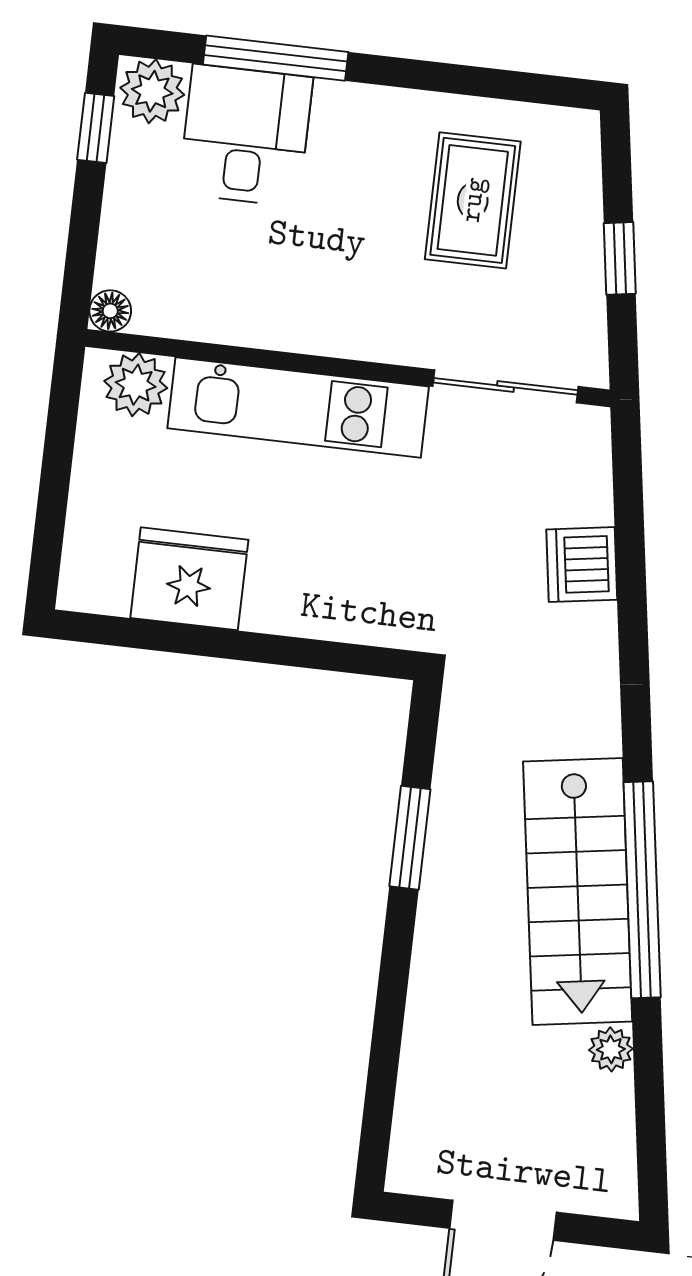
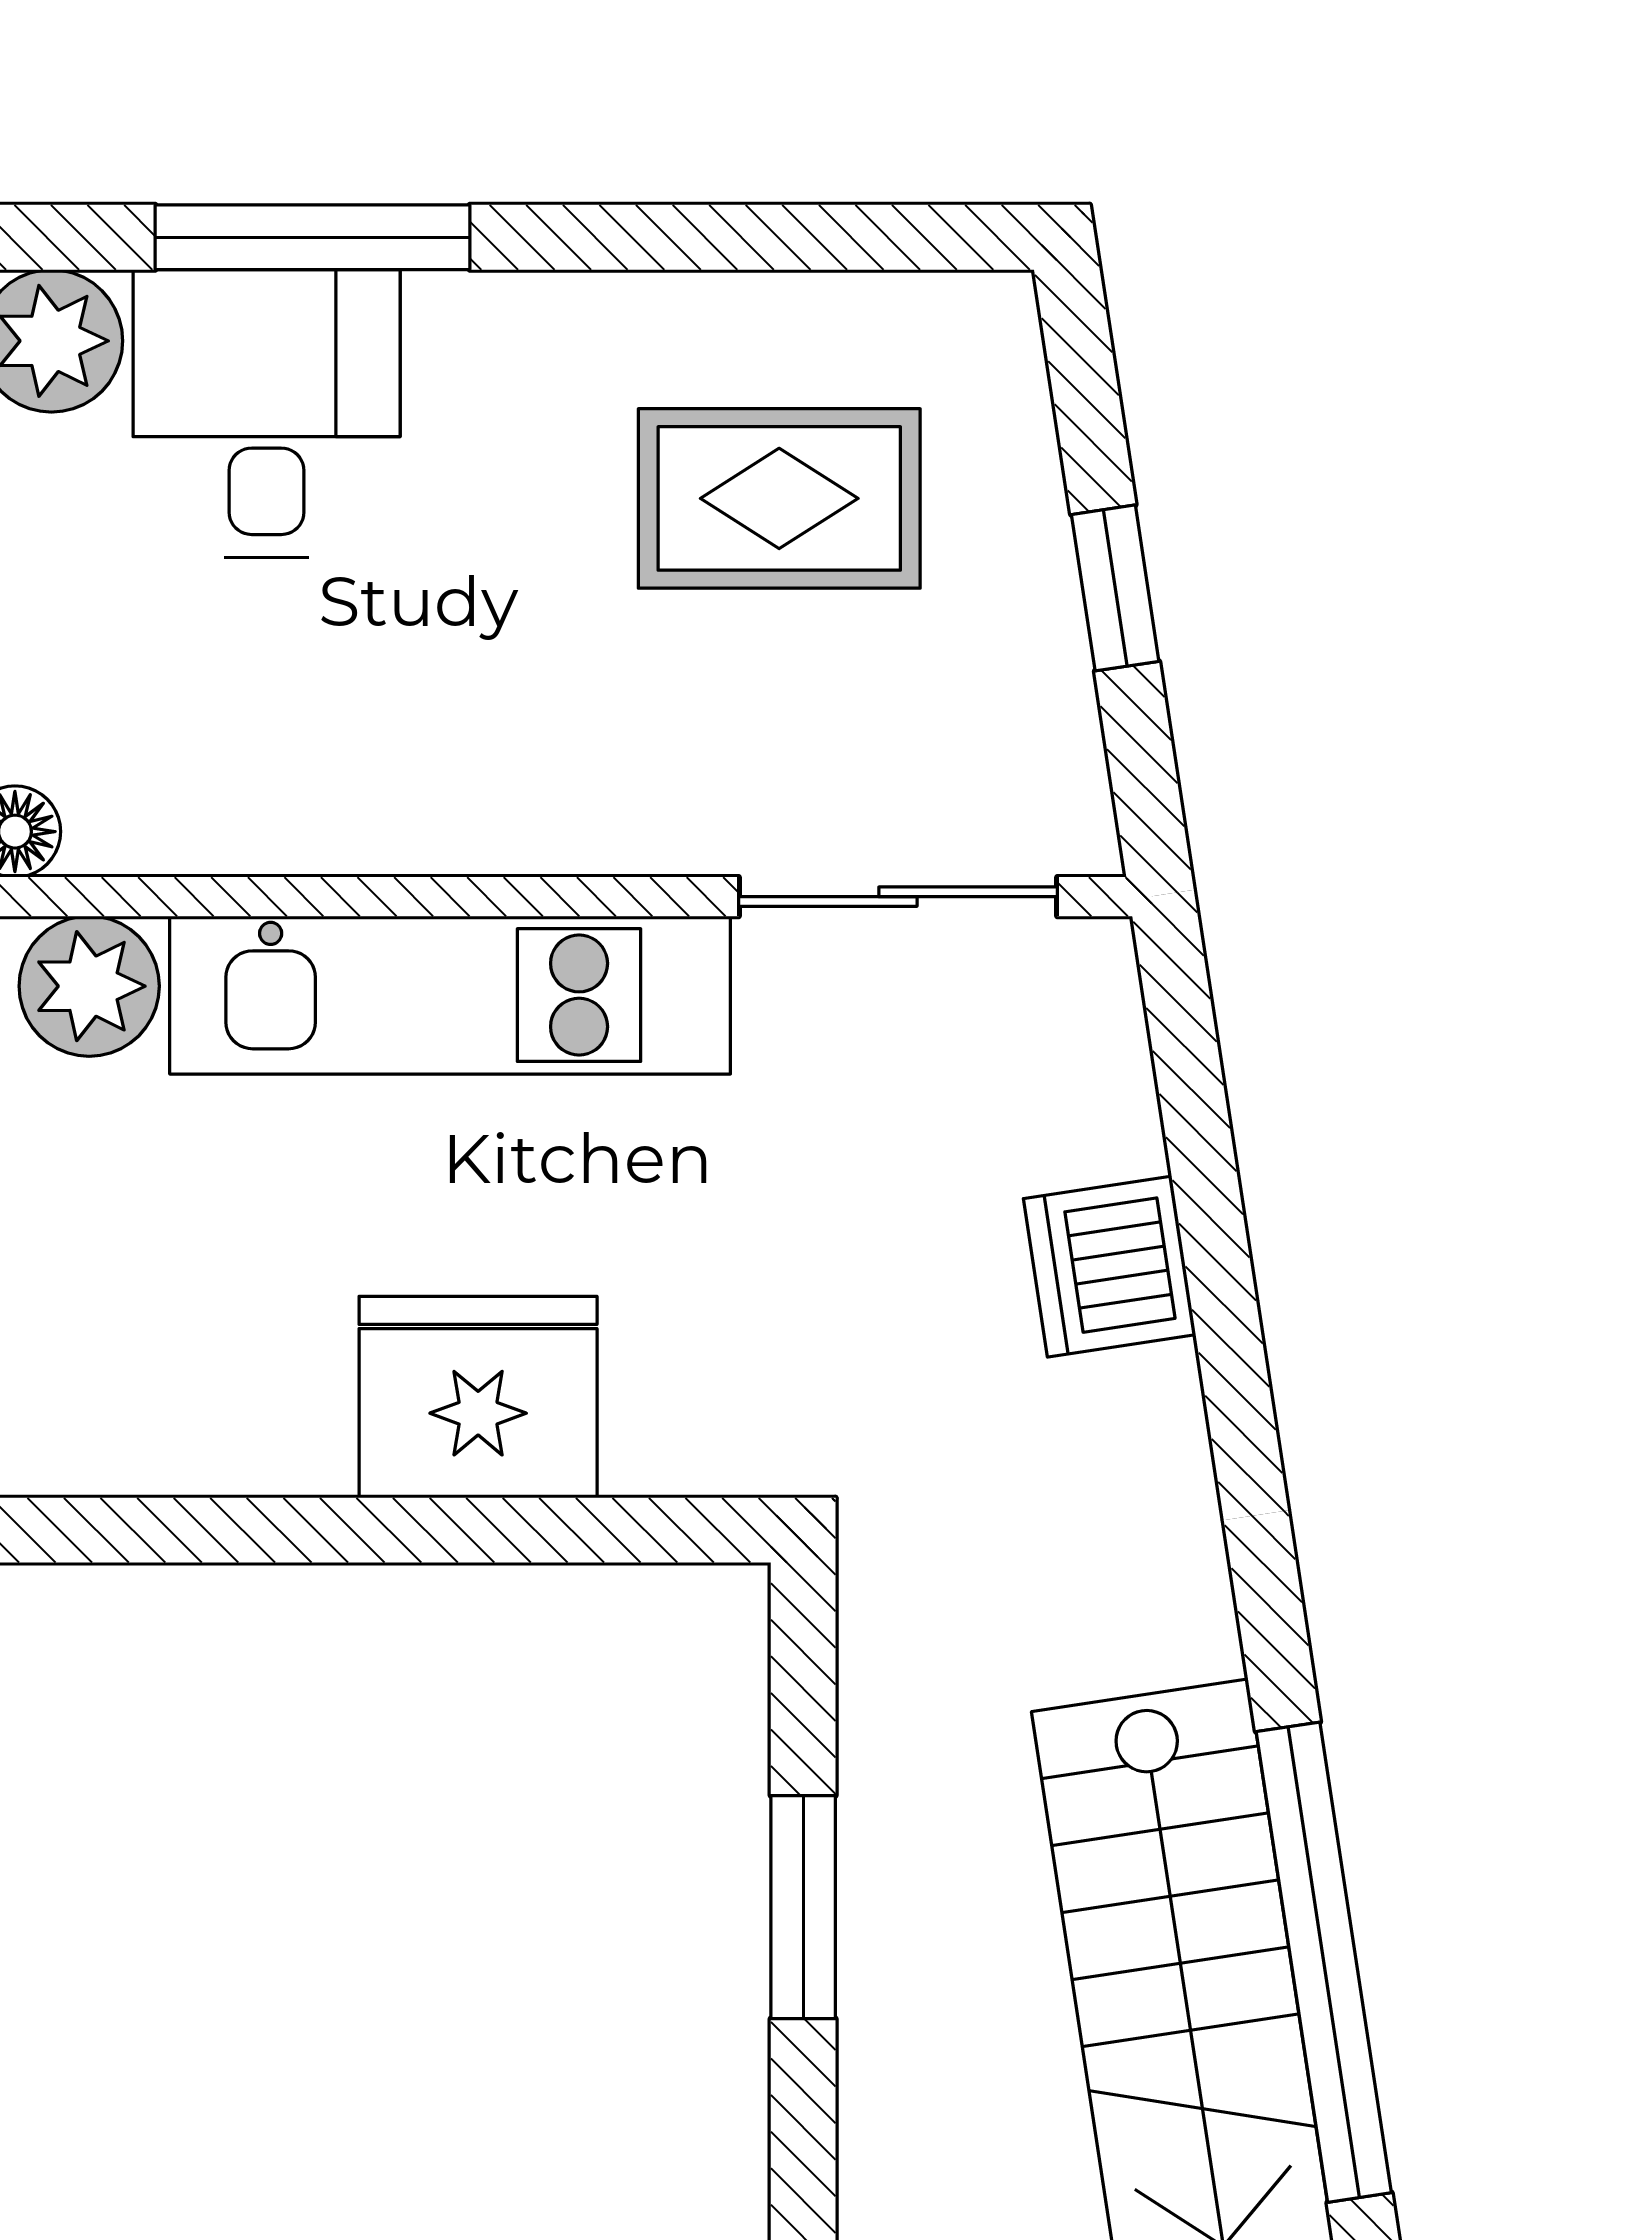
rug: (473, 200) -> (779, 498), turned 90
fridge: (189, 579) -> (478, 1397), moved

